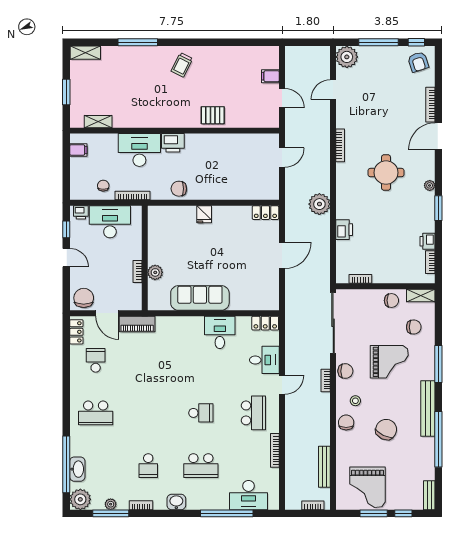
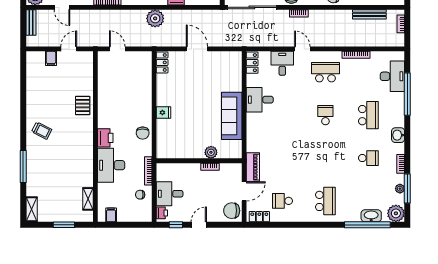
bench: (314, 52) -> (31, 23), added
desk: (110, 222) -> (170, 194), width x0.73

